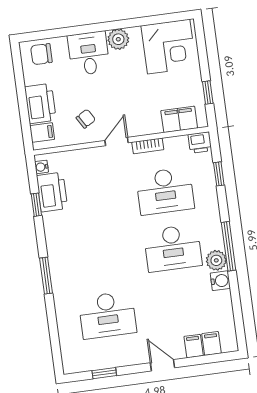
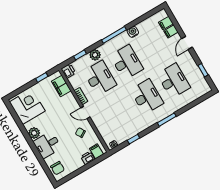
printer: (40, 104) -> (88, 158), width x0.53, depth x0.68
printer: (52, 192) -> (124, 134), removed
desk: (100, 258) -> (147, 97), added
plant: (216, 260) -> (95, 55), moved

